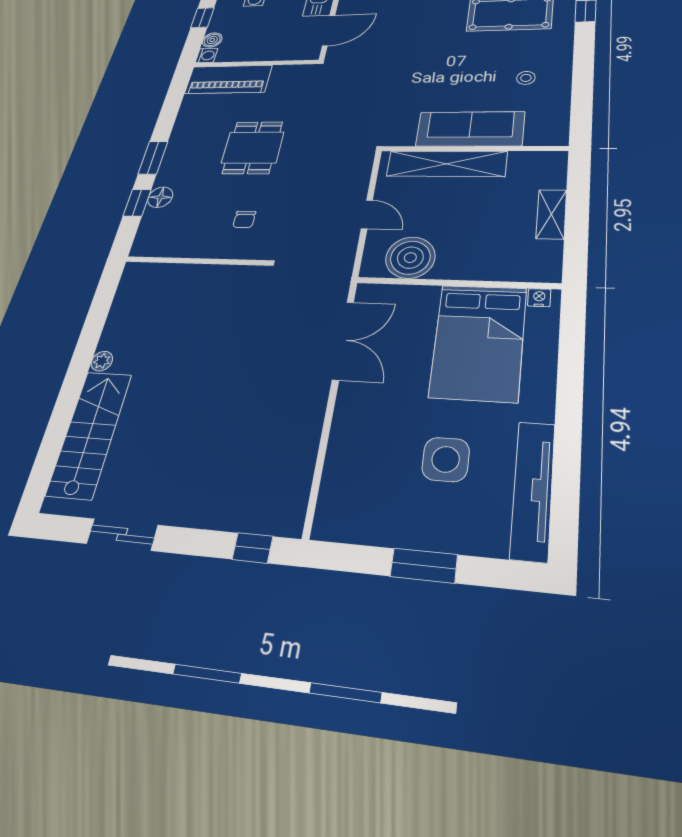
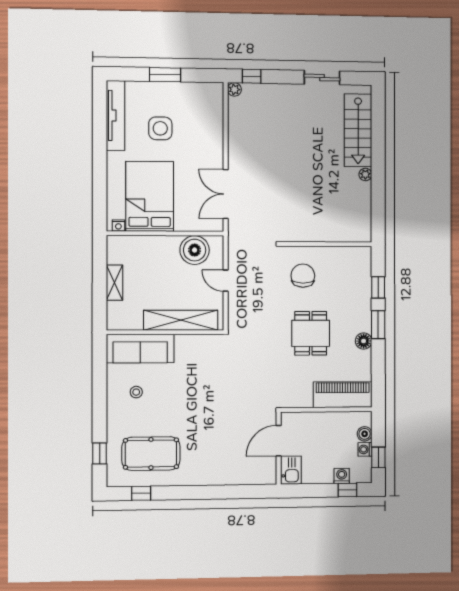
washing machine: (206, 55) -> (365, 449), moved
sofa: (470, 129) -> (140, 349), moved
floor lamp: (160, 197) -> (364, 341), moved
chair: (244, 219) -> (303, 276), width x1.87, depth x1.87
plant: (291, 524) -> (234, 89), added

